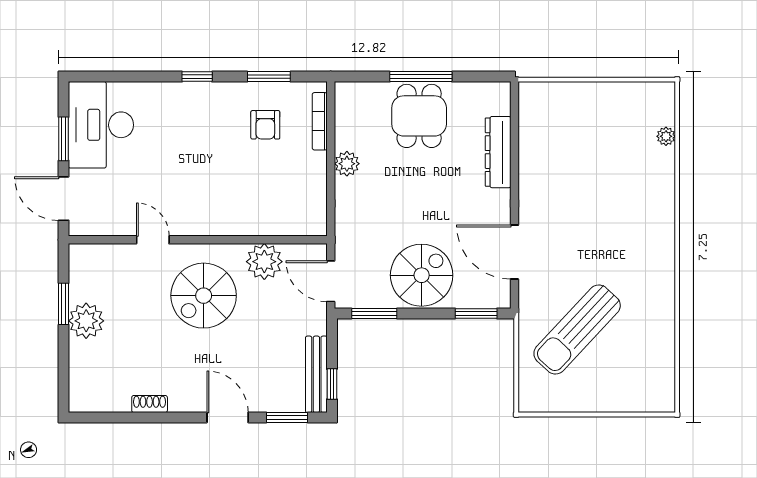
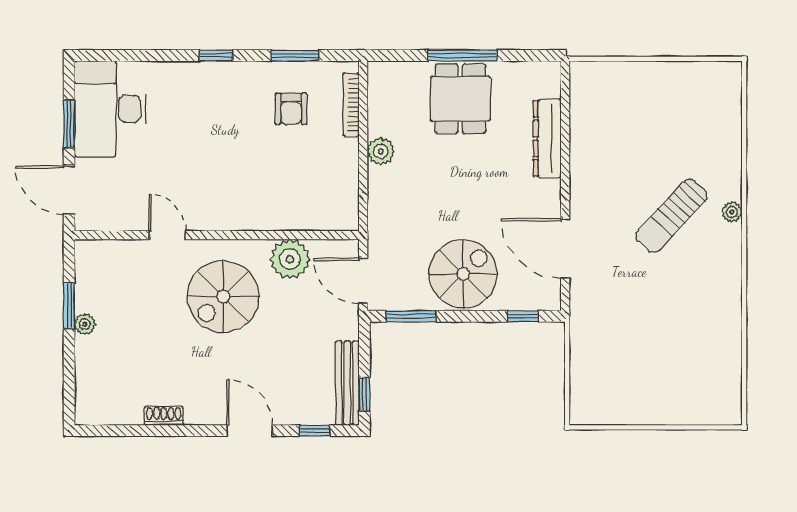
plant: (666, 136) -> (732, 212), moved
window: (476, 313) -> (523, 316), width x0.67
plant: (86, 321) -> (85, 324), width x0.53, depth x0.53
sun lounger: (577, 330) -> (672, 216), moved, width x0.73, depth x0.75
window: (287, 417) -> (315, 431), width x0.67

